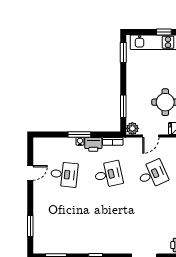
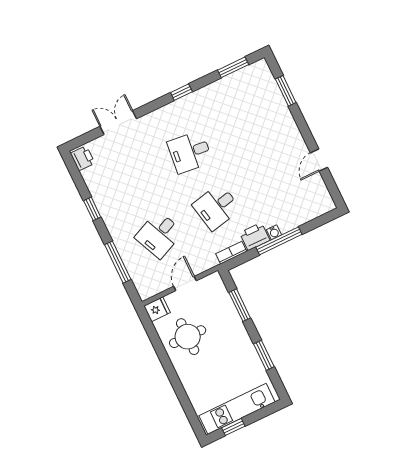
window: (123, 53) -> (264, 355), moved
plant: (132, 128) -> (214, 282), removed
window: (79, 134) -> (279, 241), width x1.44
desk: (64, 174) -> (190, 152), moved

